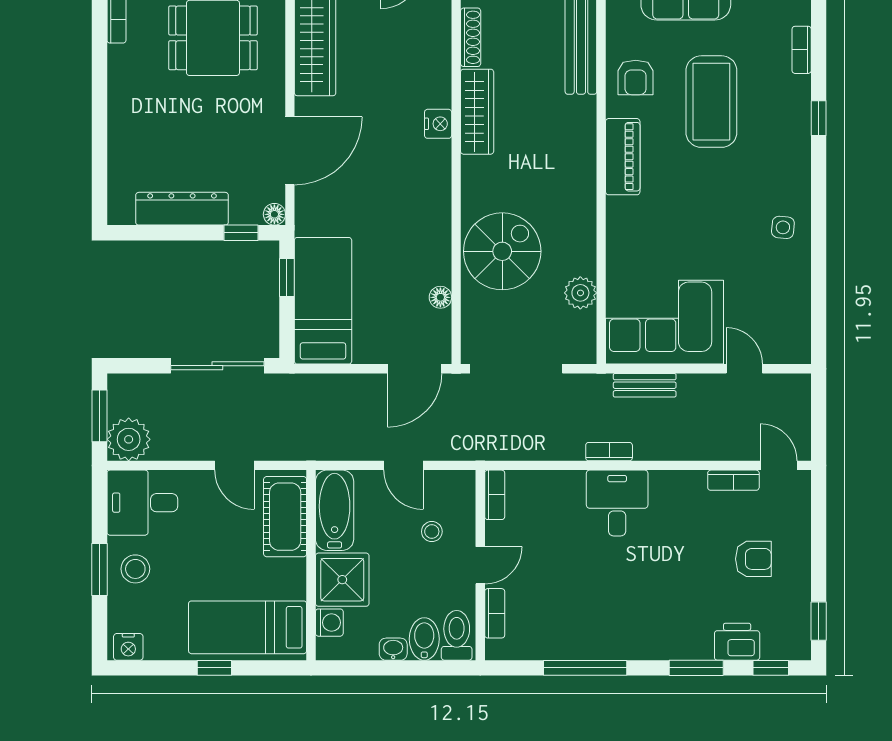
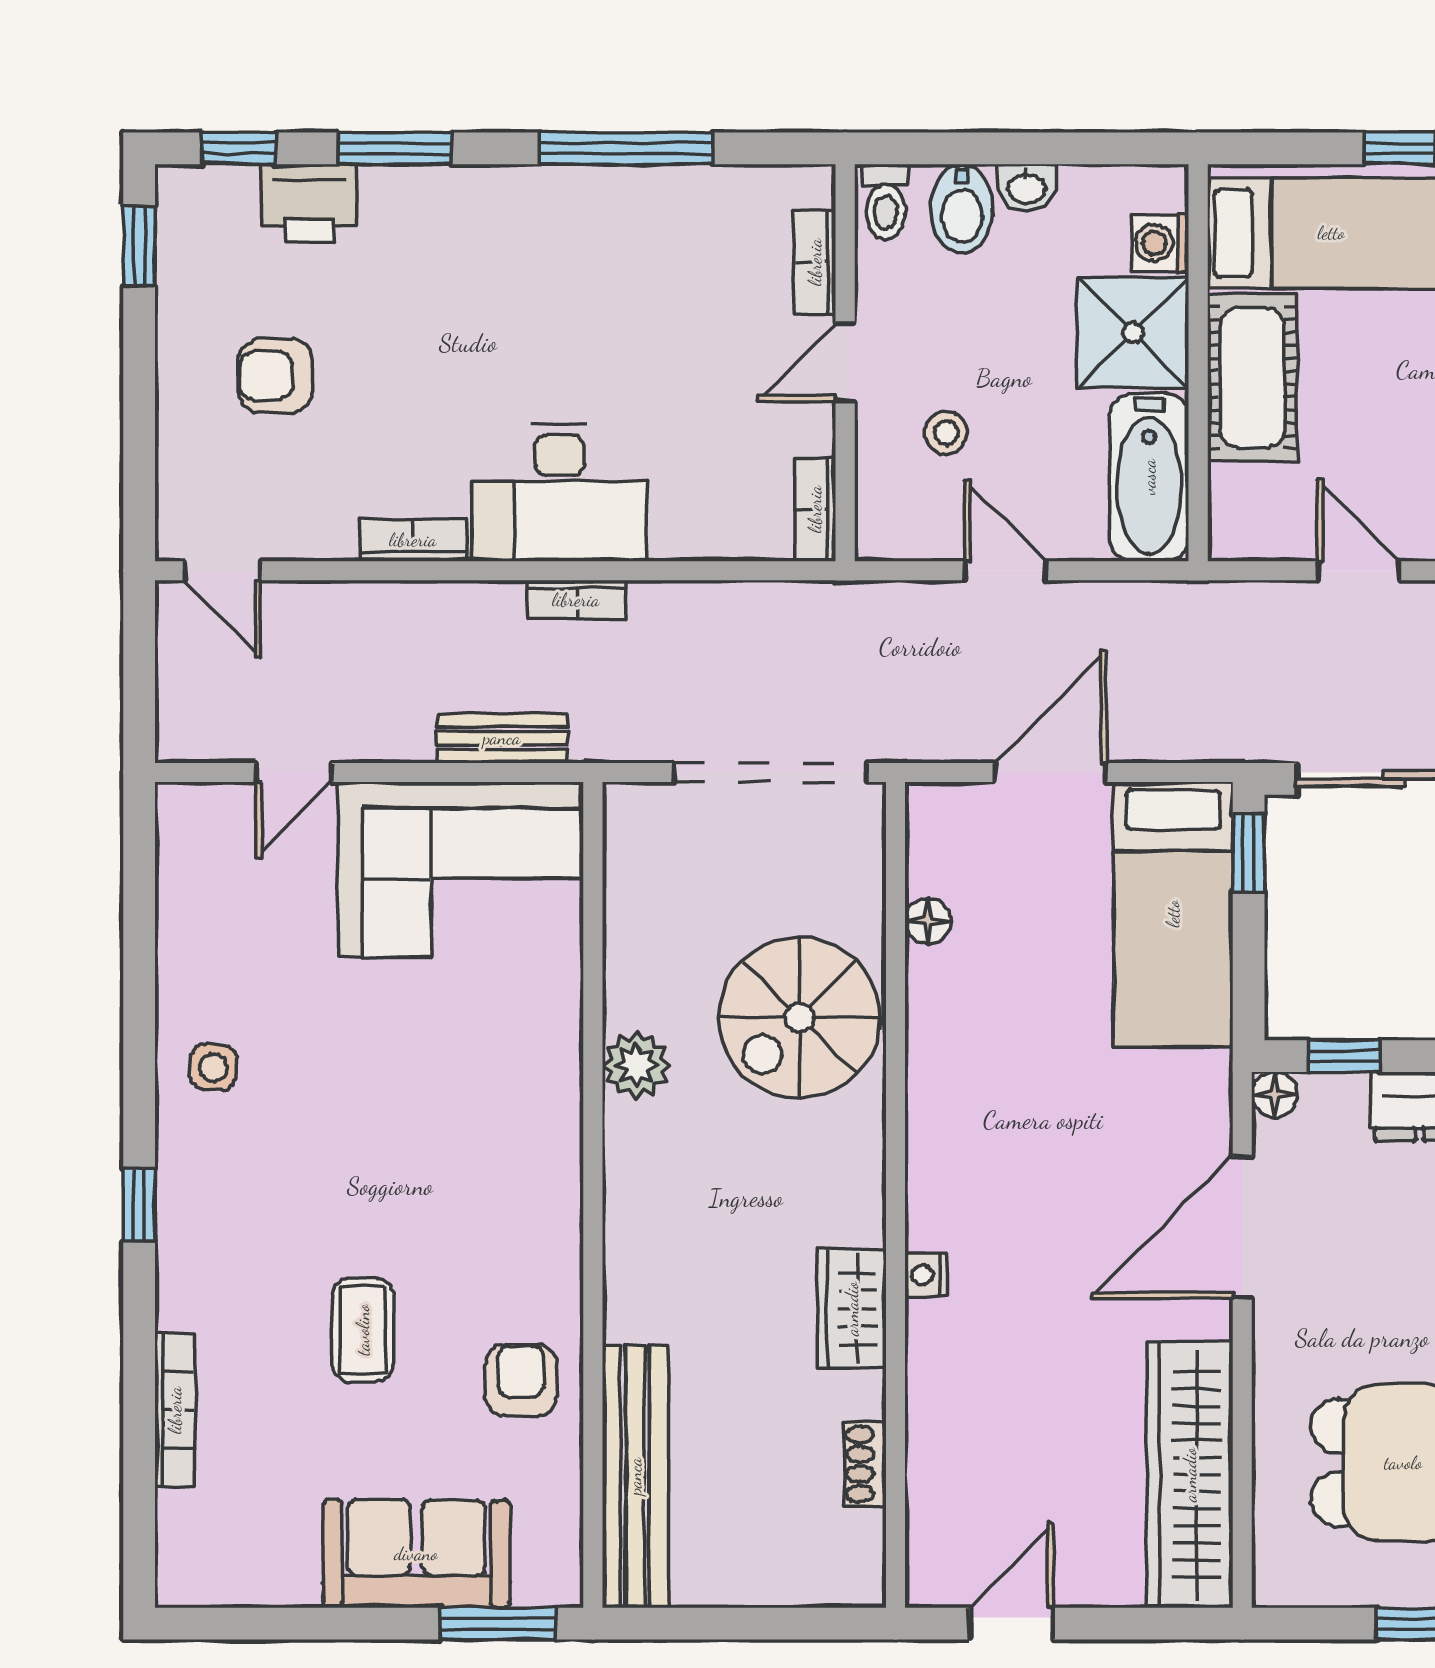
shoe rack: (471, 37) -> (865, 1464), width x0.70
bookcase: (802, 50) -> (175, 1410), width x1.56
coffee table: (711, 102) -> (363, 1330), width x0.54, depth x0.58
wardrobe: (477, 112) -> (852, 1309), width x0.67
window: (819, 118) -> (139, 1205), moved
nightstand: (438, 124) -> (926, 1275), width x0.72, depth x0.74
piano: (623, 157) -> (548, 1215), removed
window: (287, 277) -> (1249, 853), moved
plant: (580, 293) -> (636, 1065), moved
door: (415, 369) -> (1050, 772), moved
door: (744, 369) -> (294, 772), hinge flipped
bookcase: (733, 480) -> (413, 540), moved
desk: (617, 503) -> (559, 492), width x1.37
cot: (285, 517) -> (1252, 377), moved
toilet: (457, 635) -> (886, 202), width x0.73, depth x0.72

